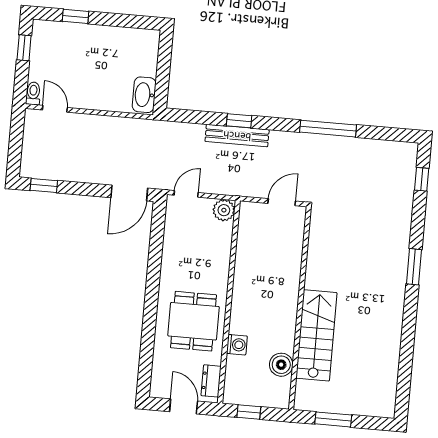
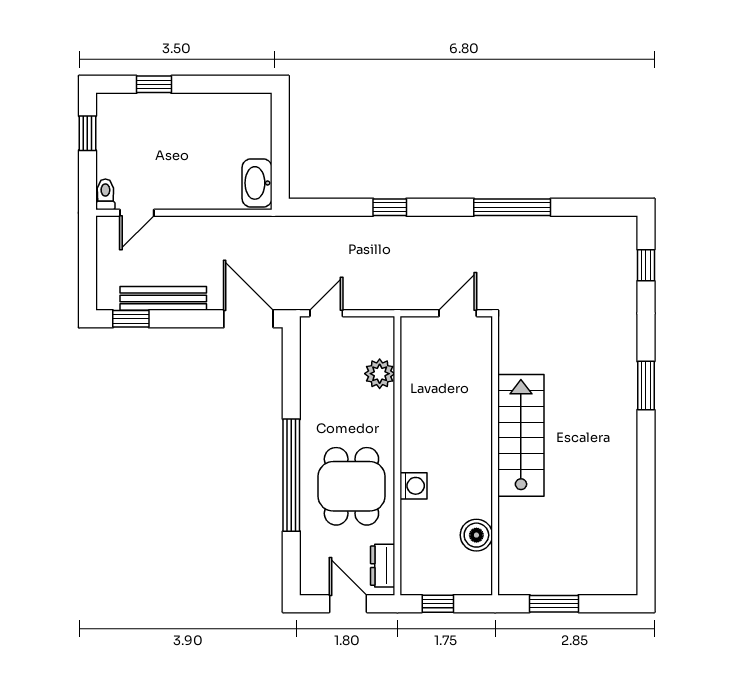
door: (55, 109) -> (137, 213), swing flipped
bench: (237, 136) -> (163, 298), moved
door: (129, 193) -> (248, 319), swing flipped
plant: (224, 210) -> (380, 374), moved
window: (150, 309) -> (291, 475), added
stairs: (316, 335) -> (521, 435), moved
washing machine: (237, 345) -> (414, 486), moved

